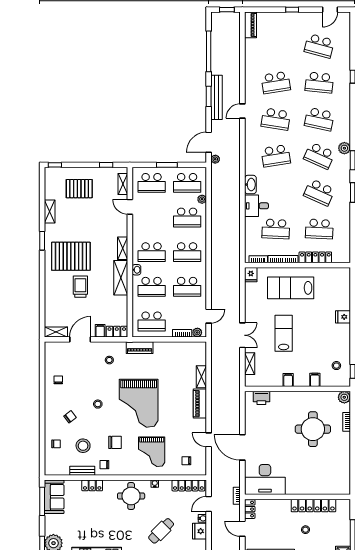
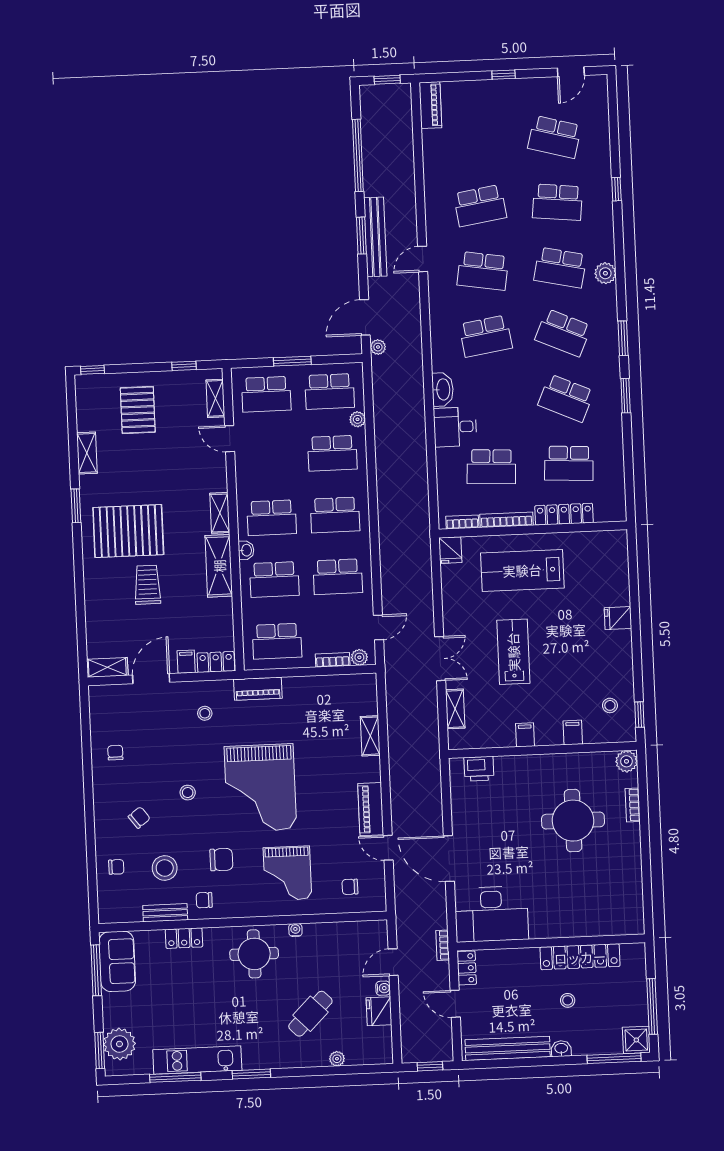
plant: (344, 148) -> (605, 273), moved
pallet: (79, 189) -> (138, 410), turned 90
piano: (200, 404) -> (371, 809), moved
locker: (188, 486) -> (356, 931), removed

